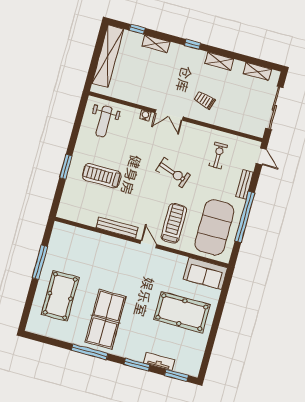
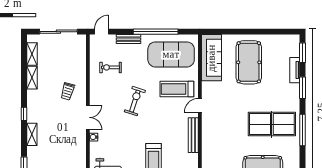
shelving: (156, 44) -> (32, 134), moved
shelving: (219, 61) -> (32, 78), moved
sofa: (205, 273) -> (211, 58), width x1.36

